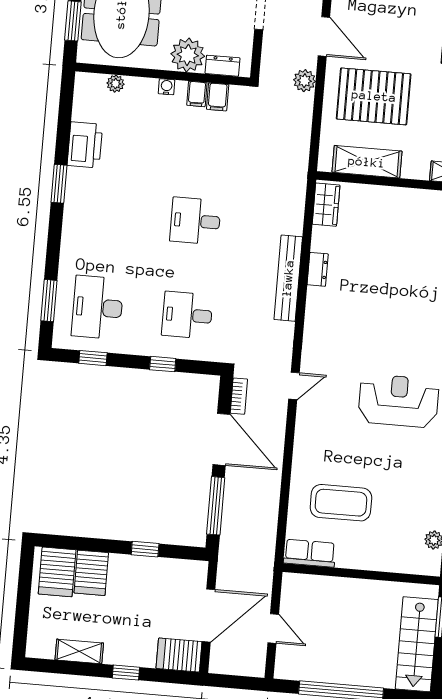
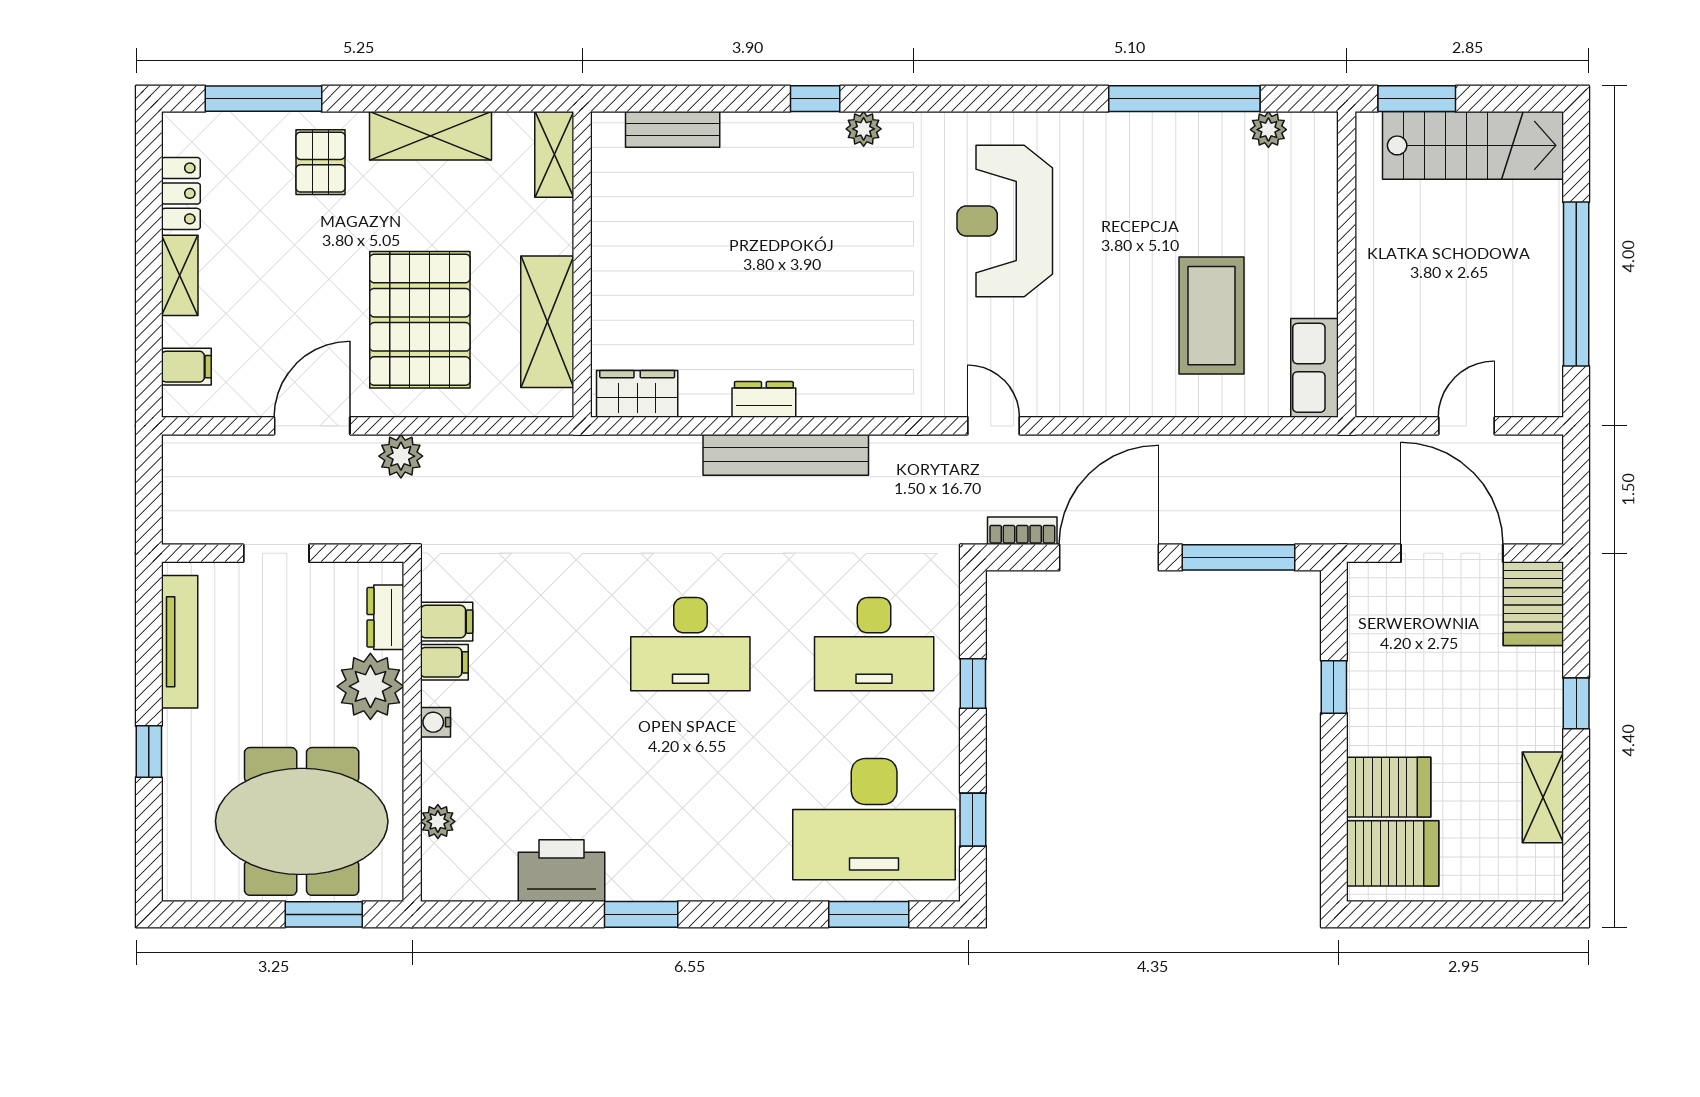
desk: (195, 221) -> (690, 644), width x1.37
desk: (98, 307) -> (874, 819), width x1.36, depth x1.30
desk: (187, 315) -> (874, 644), width x1.37

